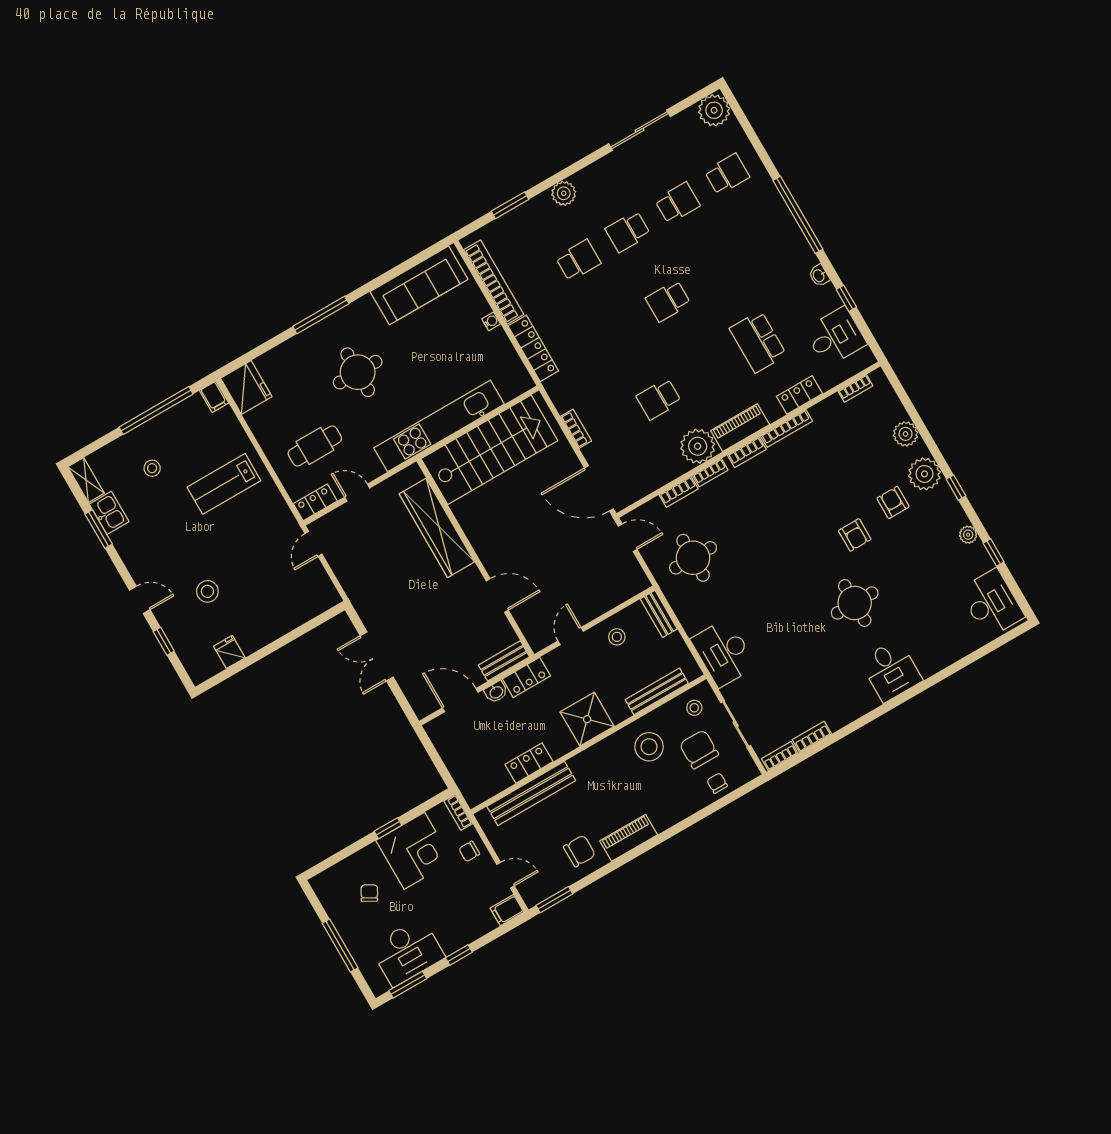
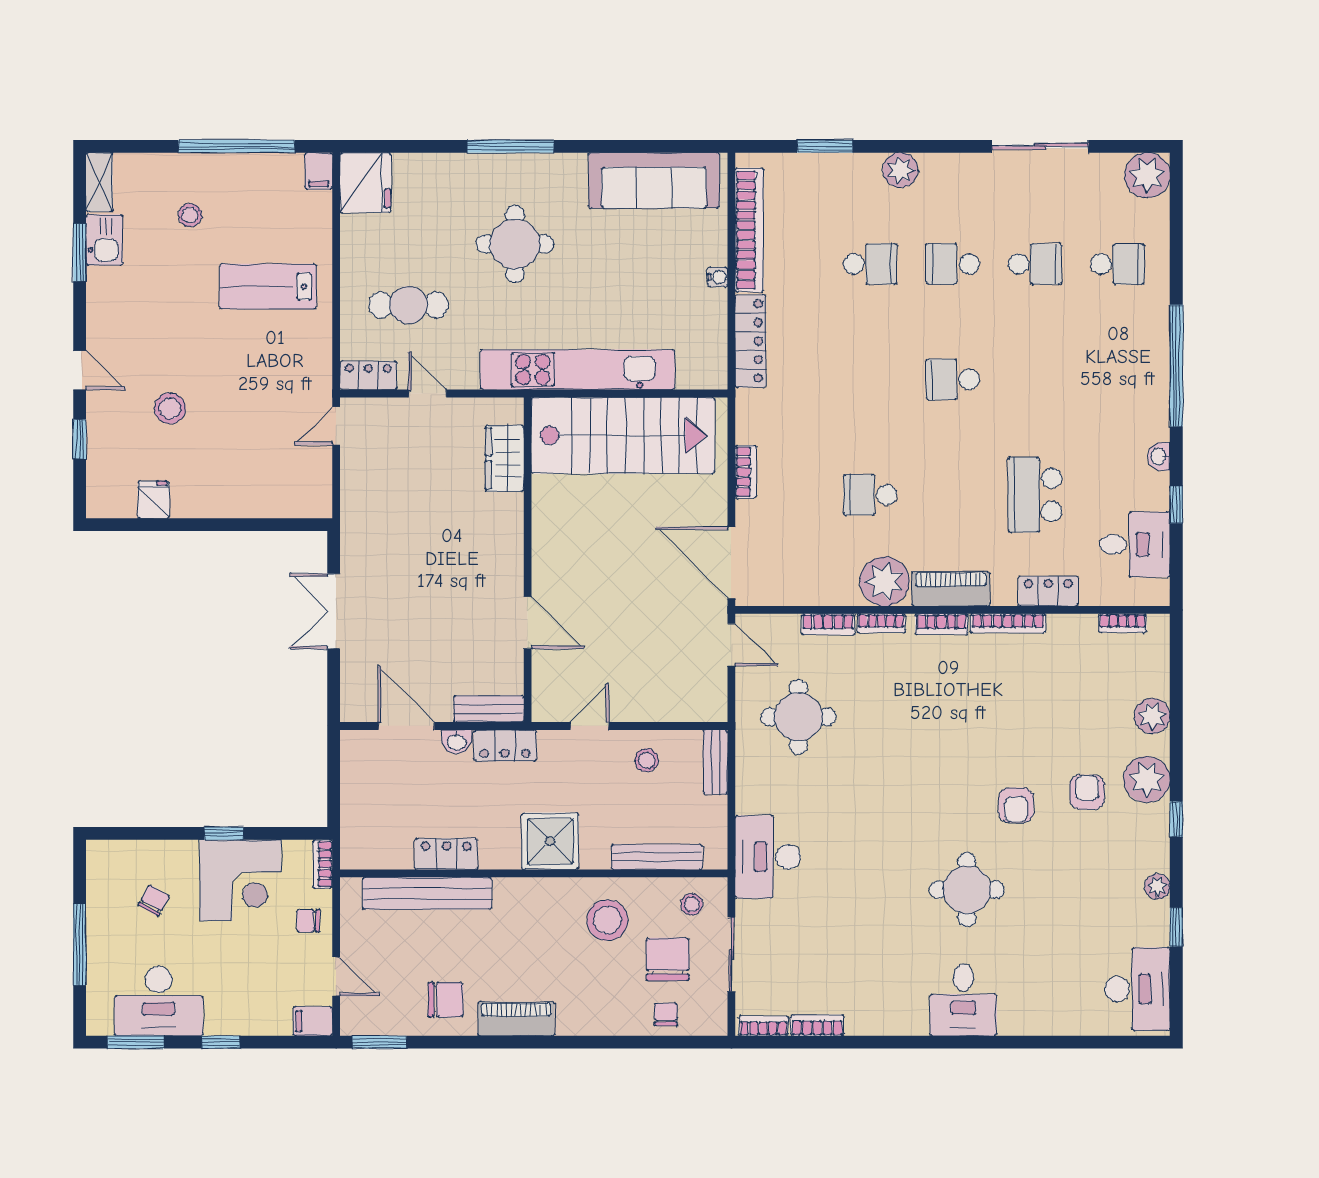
wardrobe: (437, 528) -> (505, 458), width x0.48, depth x0.85

